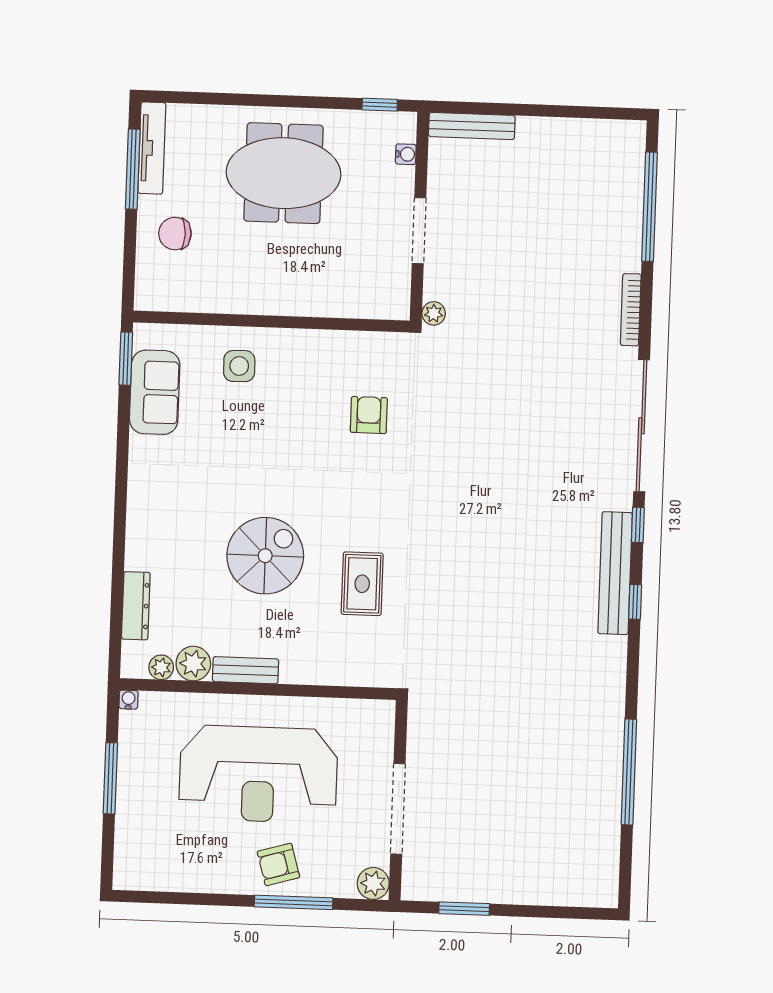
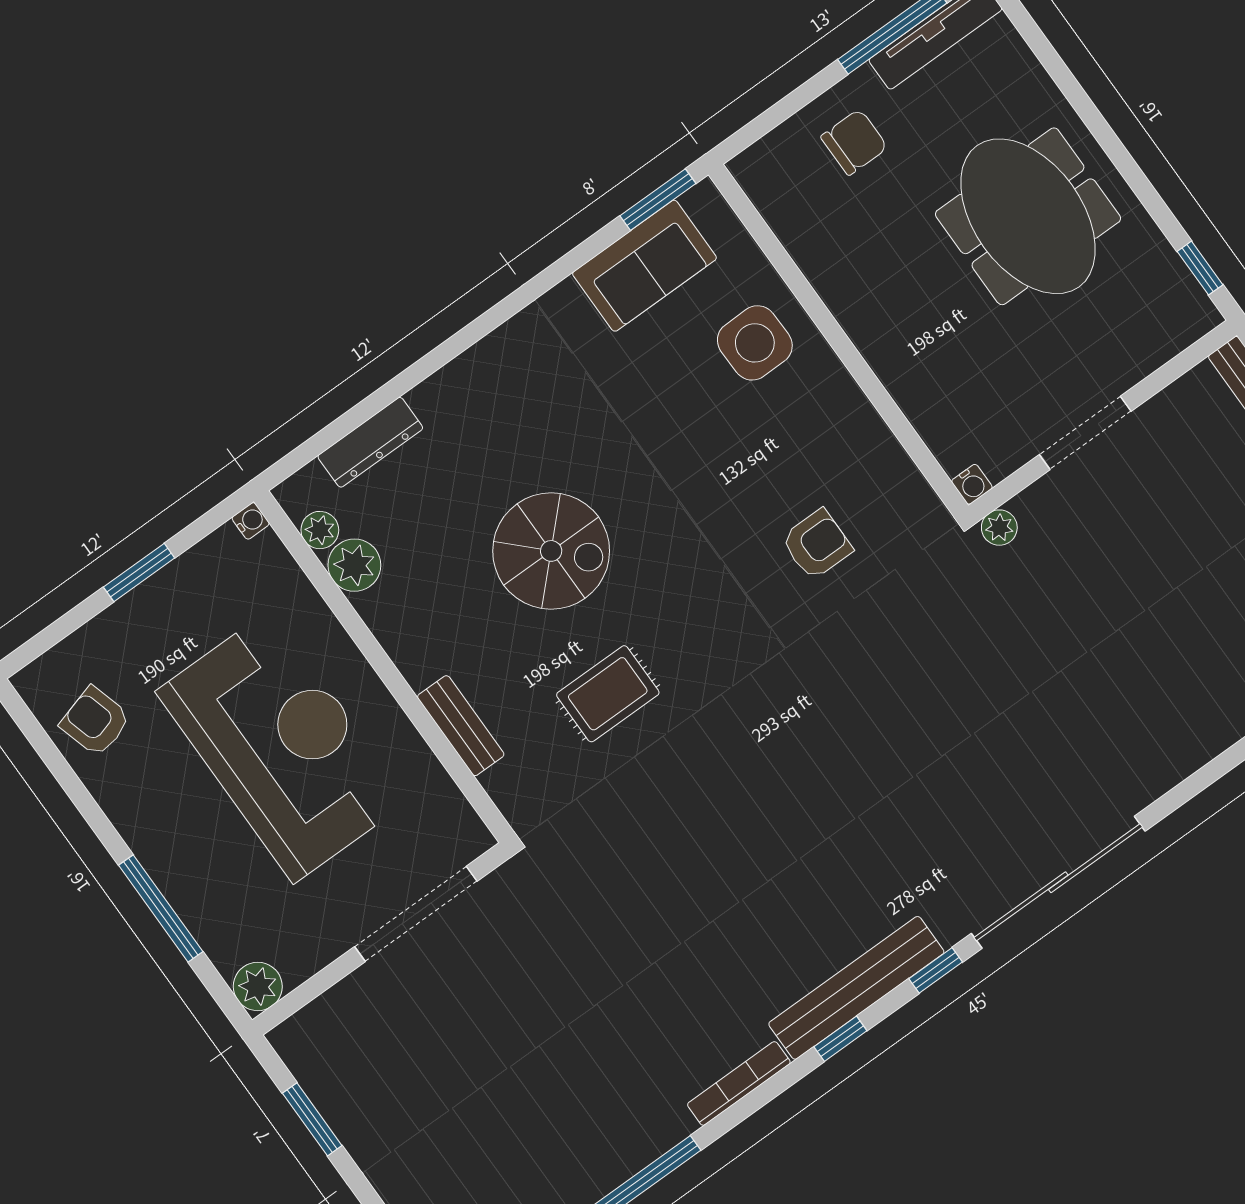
water cooler: (406, 154) -> (972, 484), moved
chair: (175, 234) -> (854, 142), turned 90
bookcase: (631, 310) -> (739, 1083), moved
side table: (239, 366) -> (755, 343), width x1.37, depth x1.37
bench: (246, 670) -> (461, 726), moved
reception desk: (258, 774) -> (282, 746), turned 180
window: (110, 778) -> (139, 573), width x0.69
doorway: (398, 809) -> (416, 914), moved
armchair: (278, 864) -> (95, 721), moved

